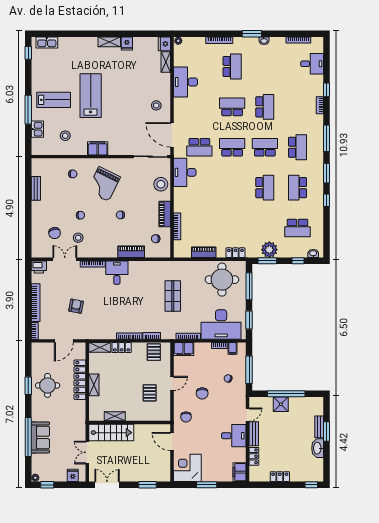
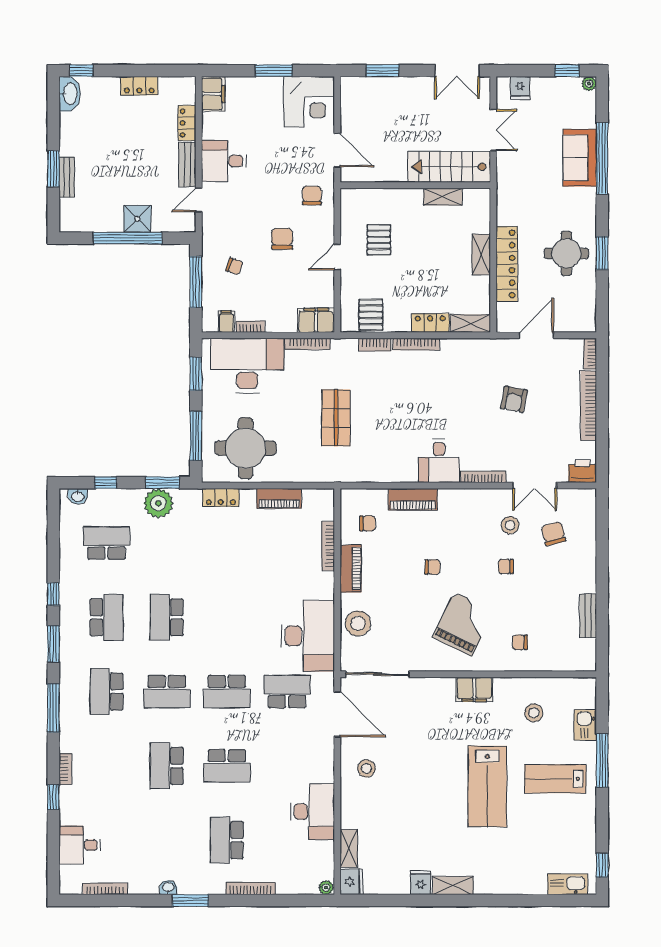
desk: (185, 172) -> (308, 636), width x1.36, depth x1.30
washbasin: (318, 448) -> (70, 94), moved

